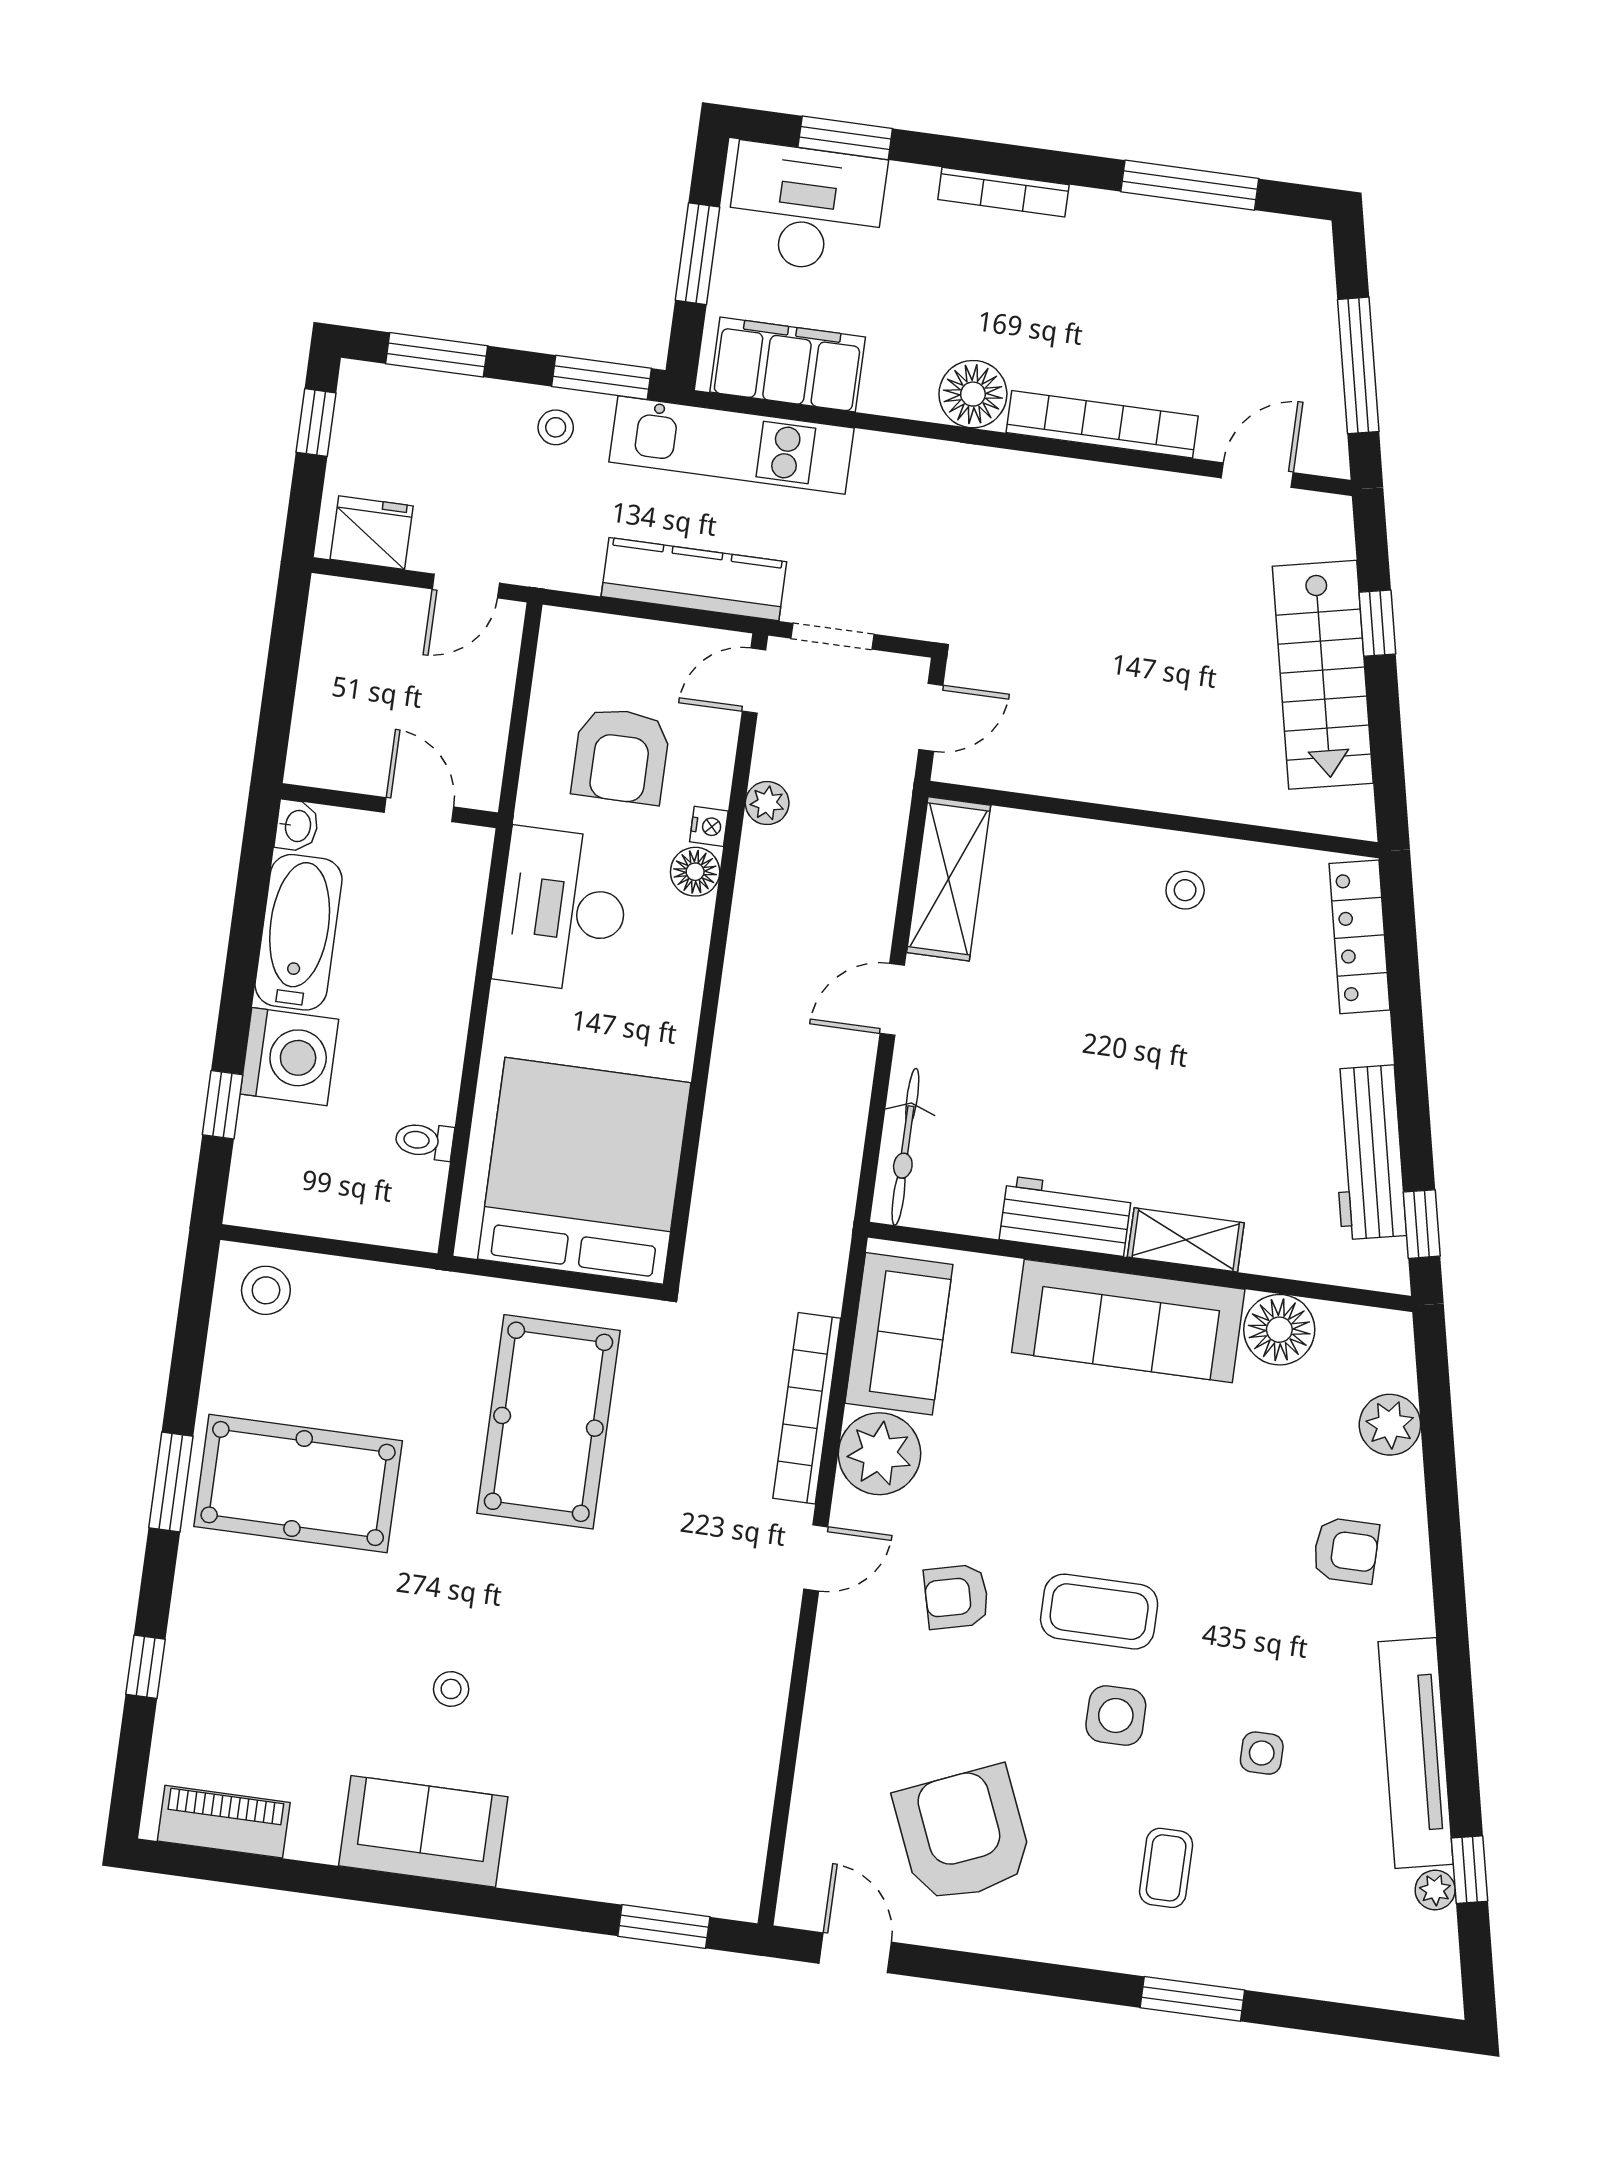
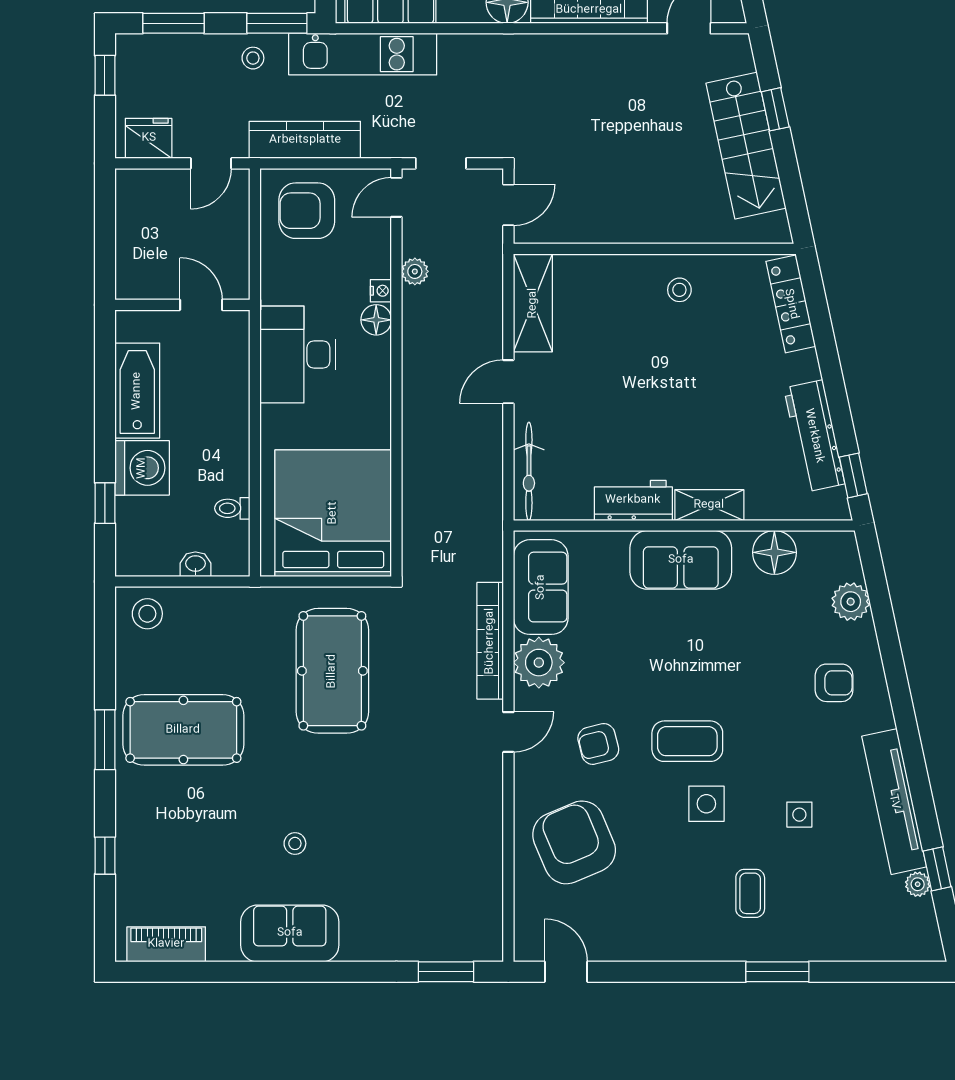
kitchen counter: (694, 579) -> (305, 140), moved
armchair: (621, 756) -> (307, 211), moved, turned 90
washbasin: (297, 826) -> (195, 564), moved, turned -90
sofa: (1128, 1321) -> (681, 560), width x0.73
armchair: (963, 1835) -> (574, 842), moved

